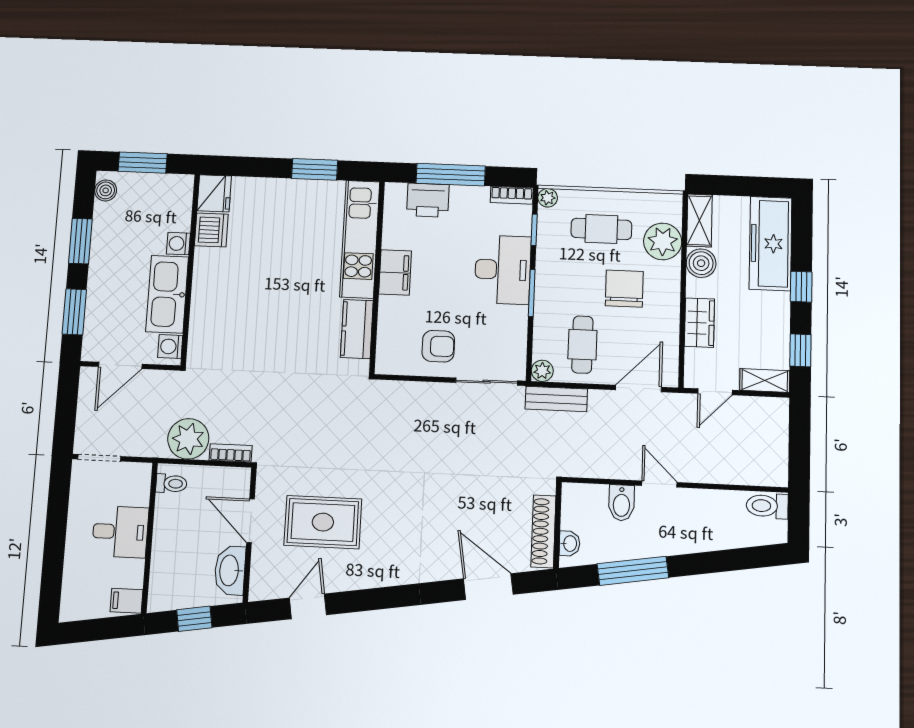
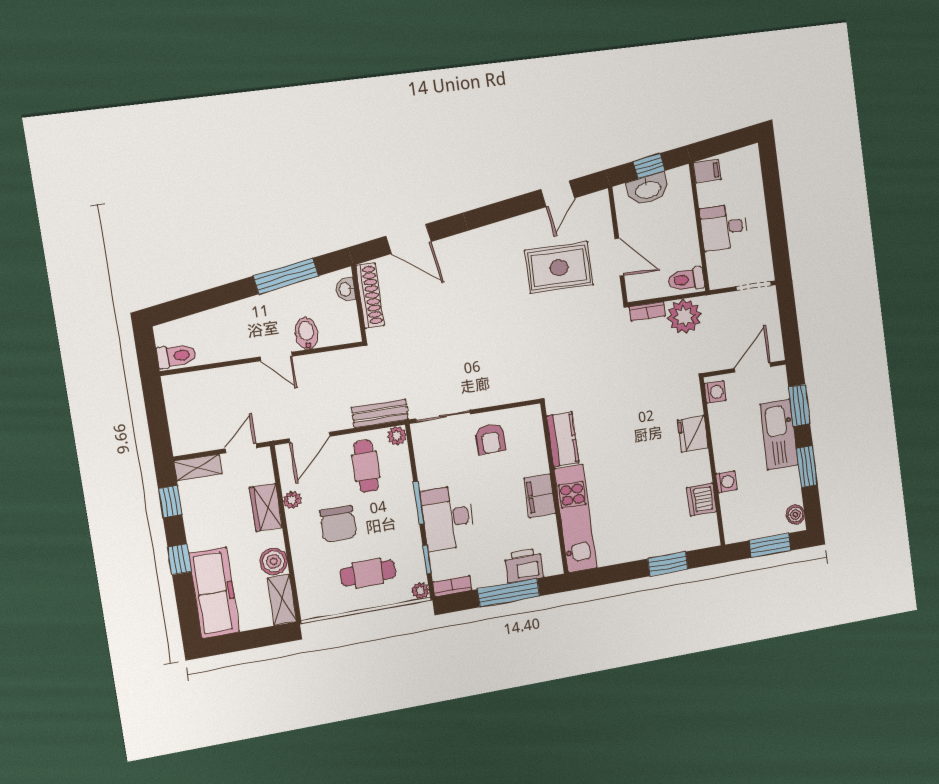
window: (315, 169) -> (668, 564), moved
fridge: (214, 193) -> (693, 434), moved
plant: (663, 241) -> (292, 500), moved, width x0.53, depth x0.53
kitchen sink: (167, 294) -> (779, 435), moved, turned 180
armchair: (438, 346) -> (491, 439), turned -90
toilet: (171, 484) -> (686, 280), width x1.37, depth x1.39
washbasin: (230, 570) -> (648, 189), moved, turned 81

